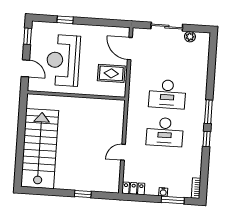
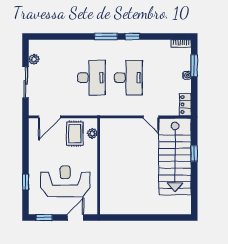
reception desk: (63, 60) -> (65, 181), turned 180
plant: (110, 91) -> (92, 133), added
stairs: (40, 149) -> (175, 157), moved, turned -90

